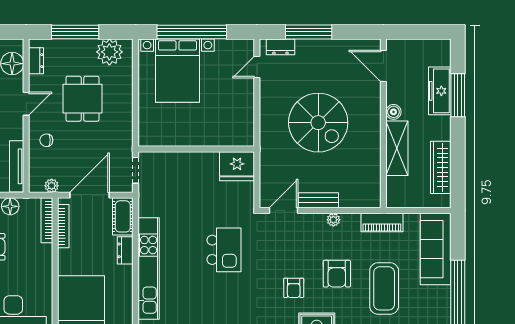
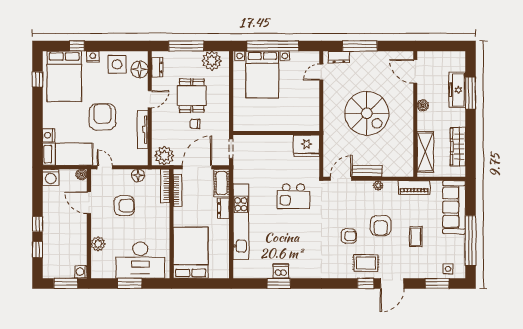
chair: (46, 140) -> (195, 124), moved
shelving: (397, 148) -> (425, 152), moved
tv unit: (17, 166) -> (143, 129), moved
plant: (52, 186) -> (164, 156), width x1.88, depth x1.88
kitchen island: (224, 250) -> (293, 196), moved, turned 90
armchair: (294, 288) -> (349, 236), turned -90
coffee table: (384, 288) -> (416, 237), width x0.54, depth x0.58

